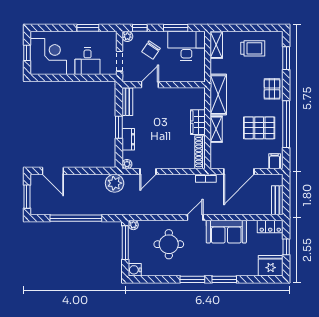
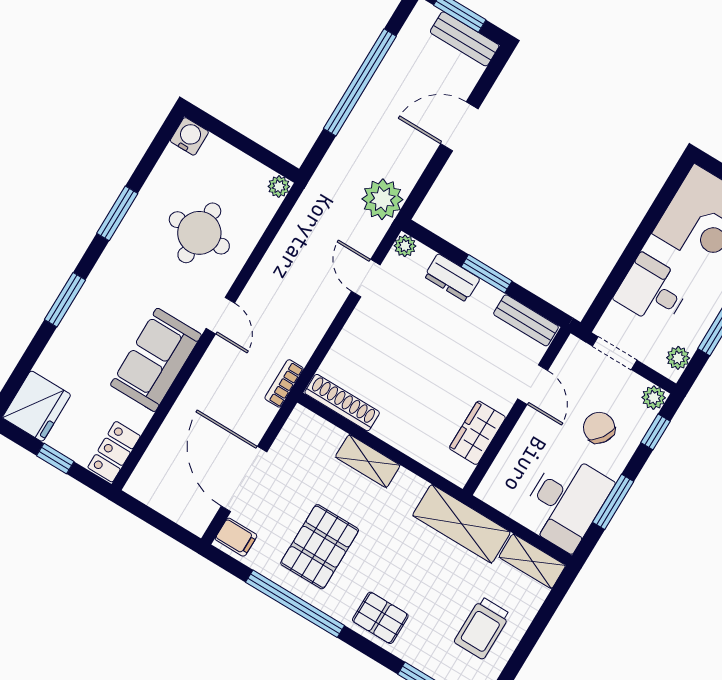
plant: (107, 36) -> (678, 358), added
shelving: (218, 95) -> (461, 524), moved
wardrobe: (198, 122) -> (477, 433), moved, turned -90
door: (53, 171) -> (459, 126), moved
door: (239, 172) -> (244, 479), moved
bench: (277, 200) -> (465, 39), moved
window: (125, 243) -> (254, 150), removed
window: (192, 279) -> (117, 213), moved

